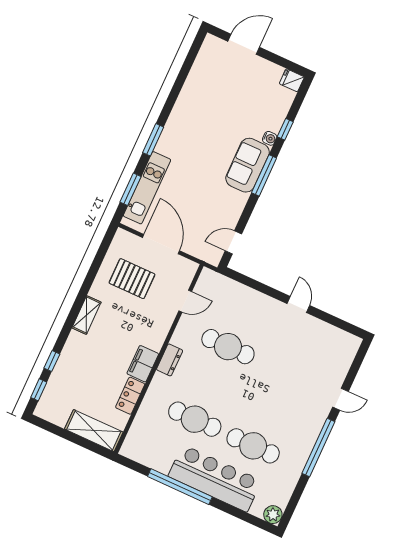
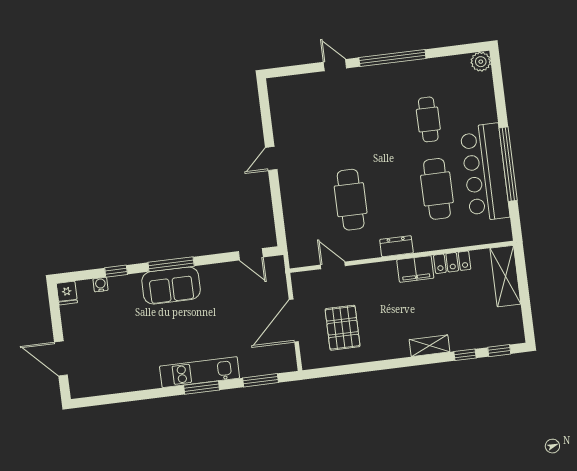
water cooler: (270, 138) -> (100, 285), moved
kitchen unit: (147, 188) -> (200, 372), moved
shelving: (86, 315) -> (430, 346), moved
cafe table: (253, 446) -> (428, 119), width x0.73, depth x0.74
bar counter: (215, 478) -> (485, 172), moved

